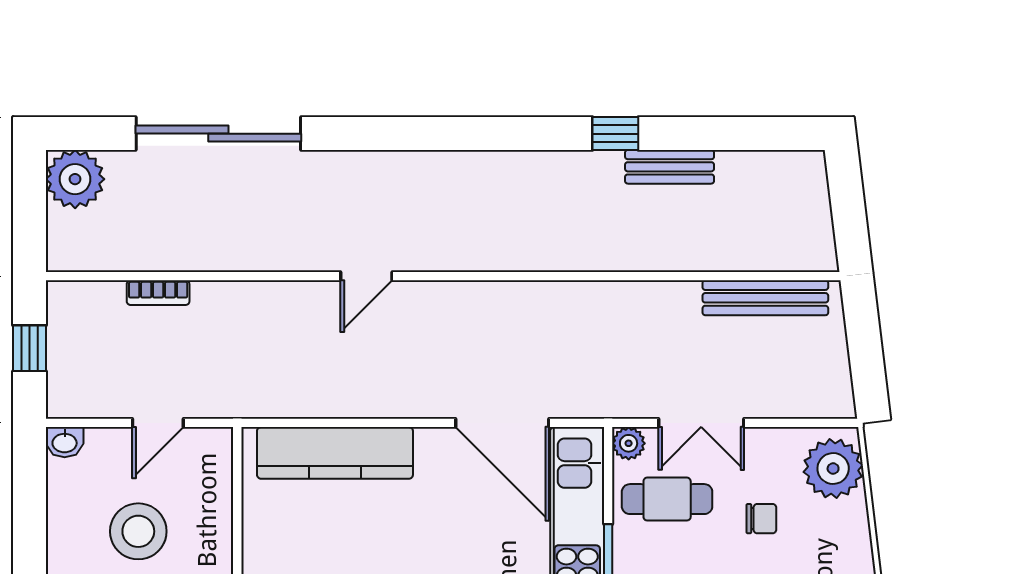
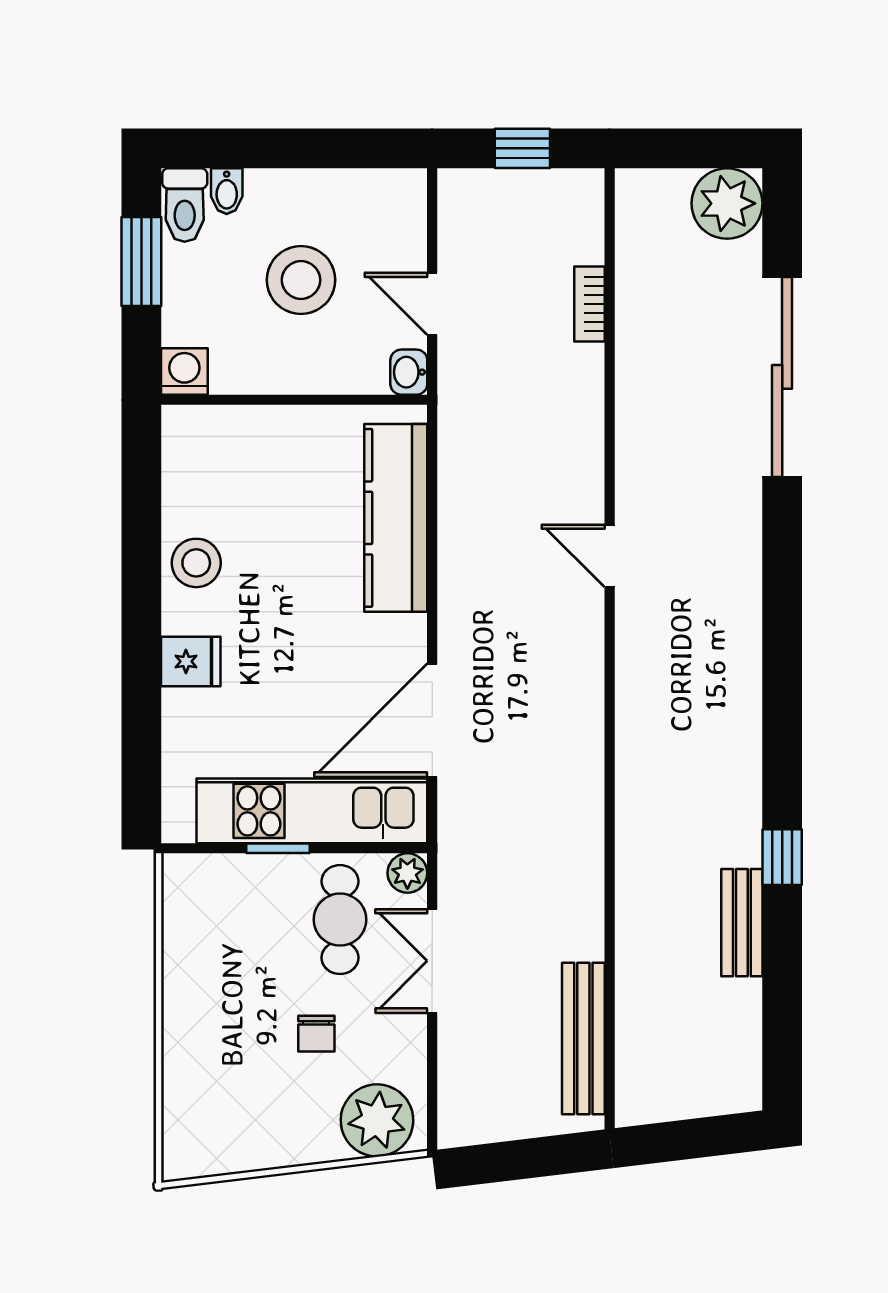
washbasin: (65, 442) -> (409, 372), moved

